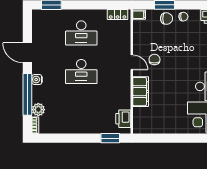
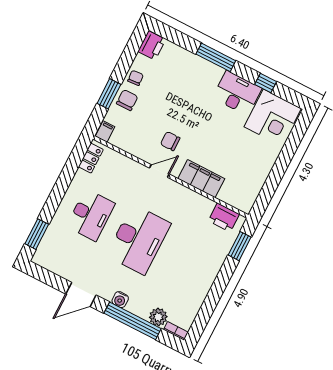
desk: (81, 71) -> (138, 240), width x1.36, depth x1.30

